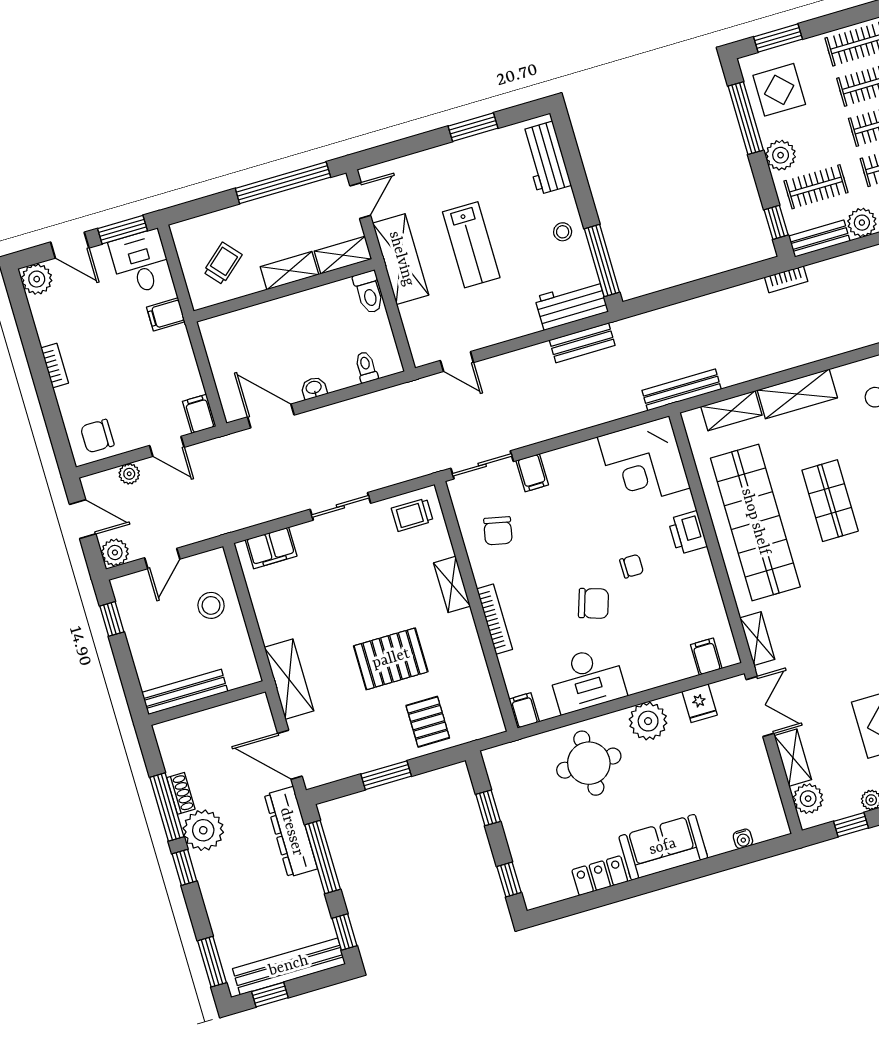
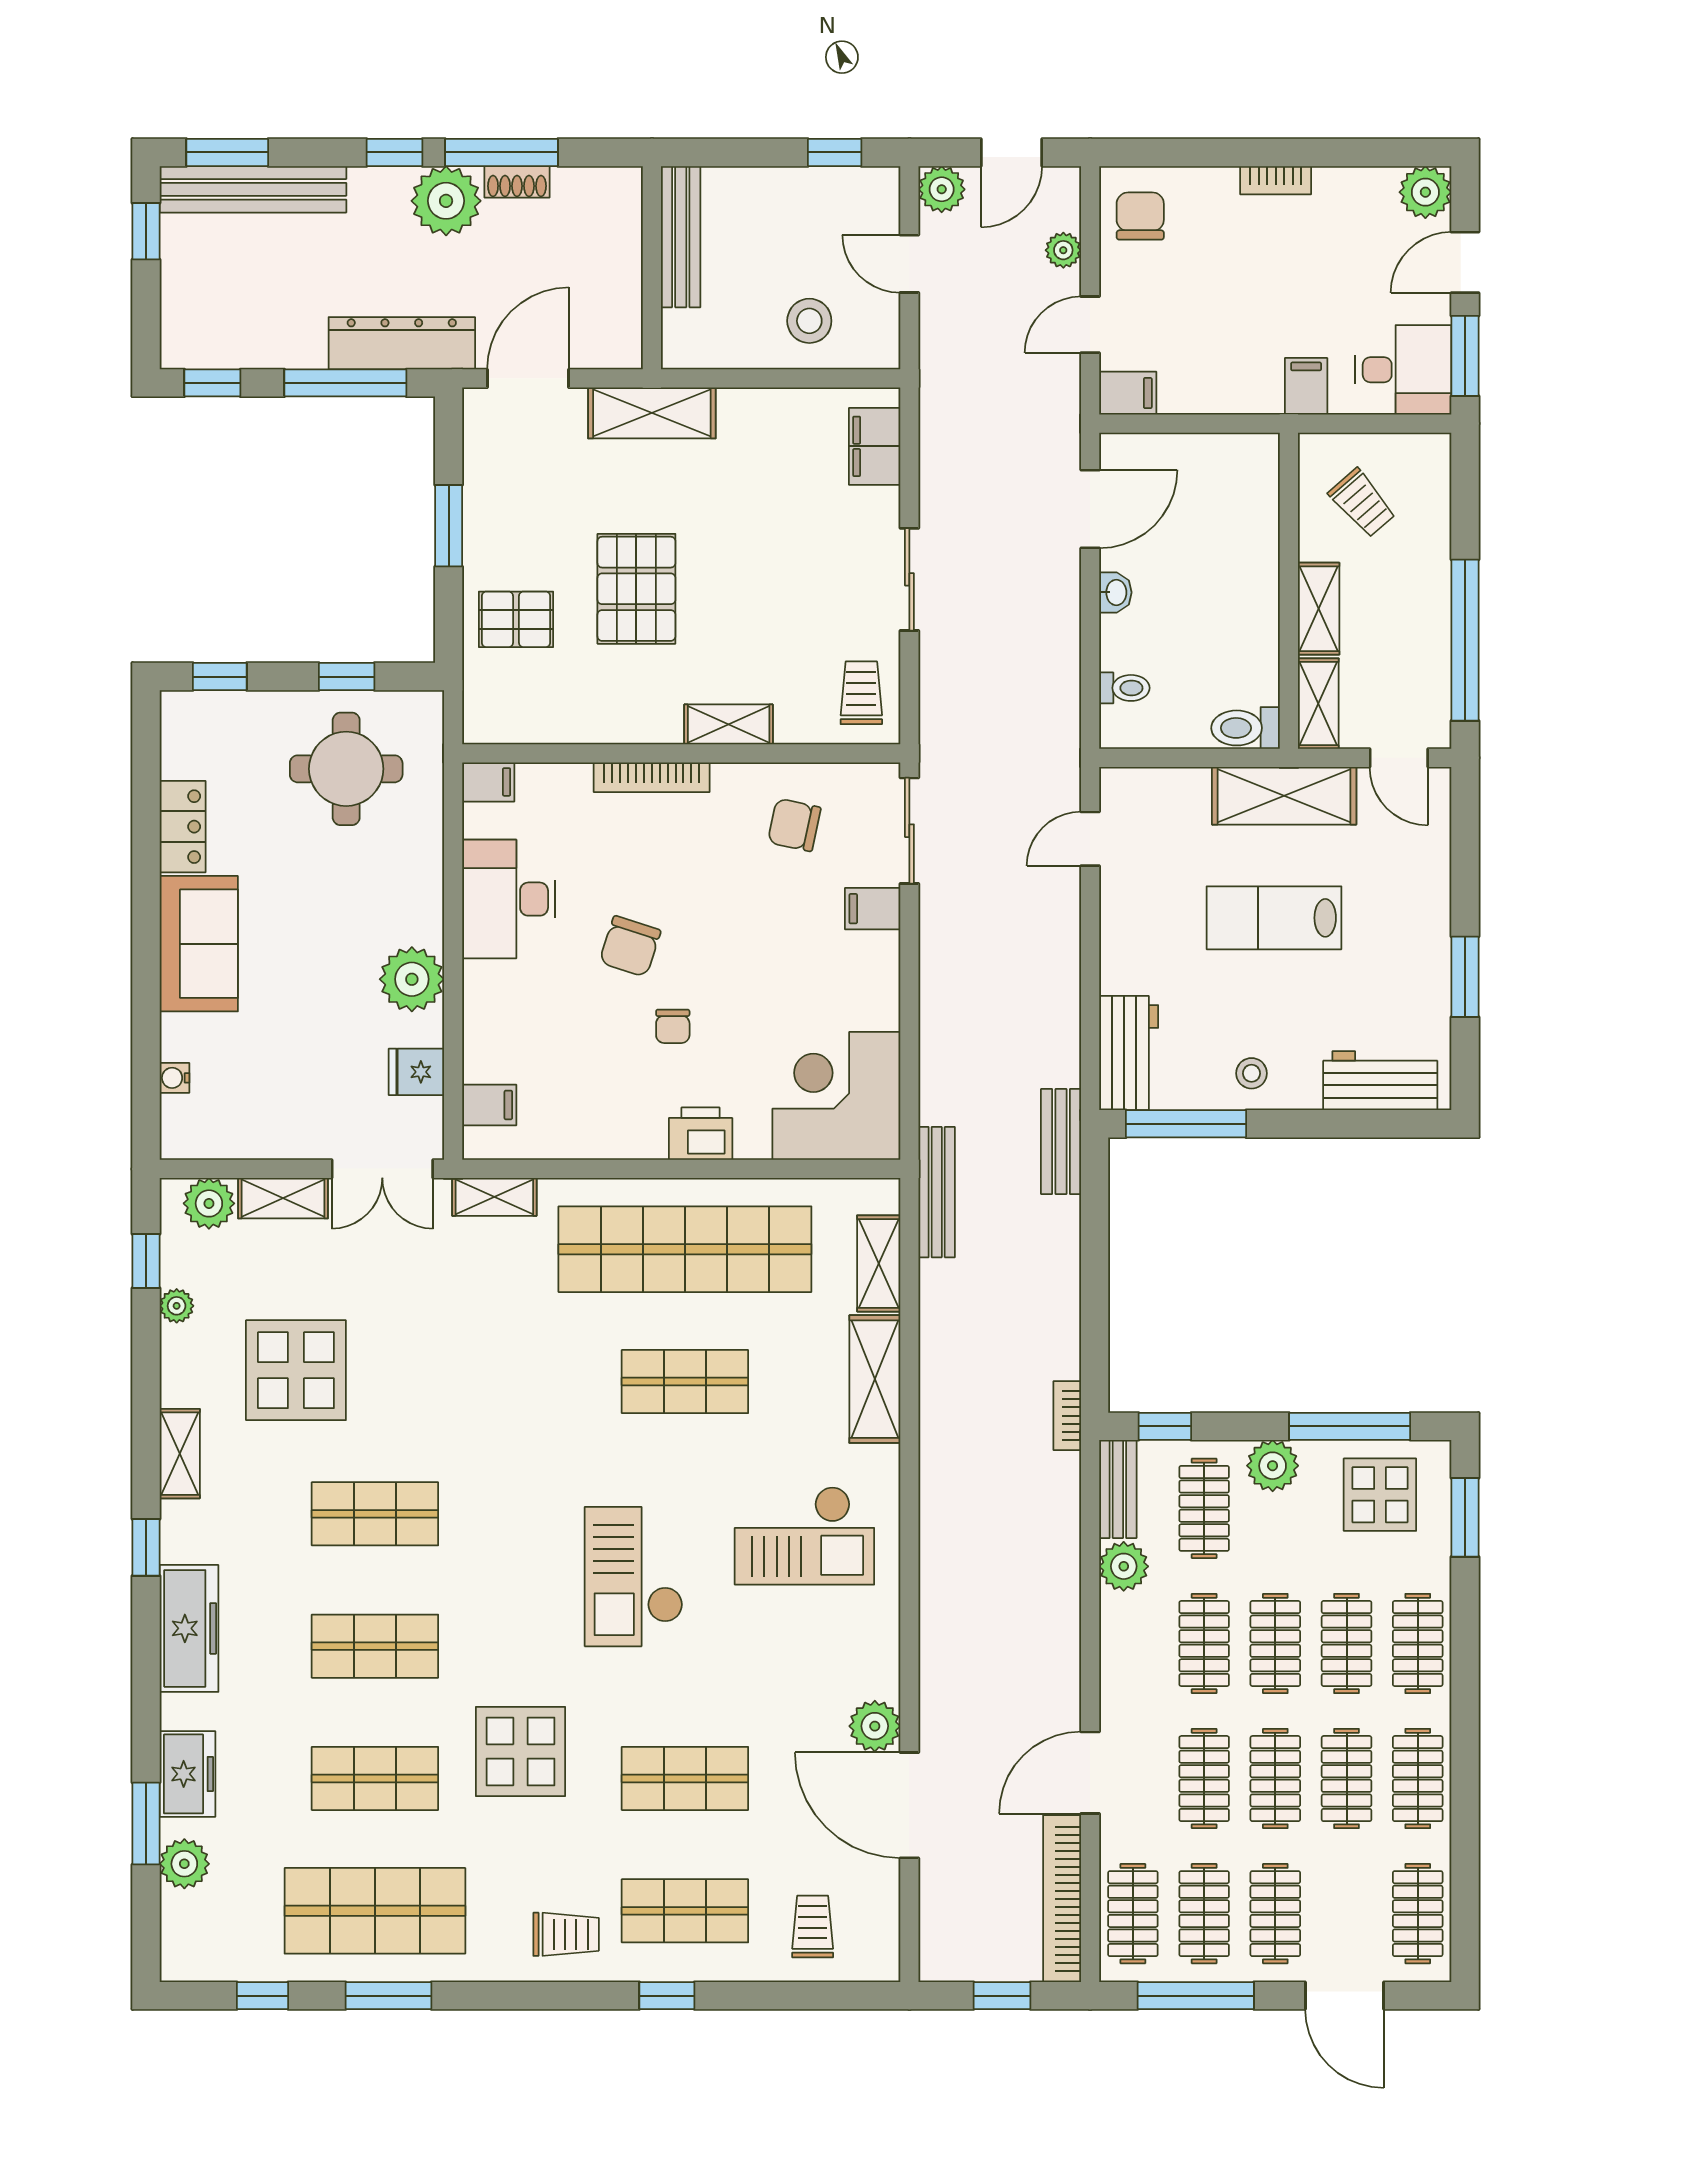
bench: (582, 343) -> (1061, 1141), moved
round table: (589, 763) -> (346, 769), moved
bench: (289, 966) -> (253, 189), moved, turned 90

